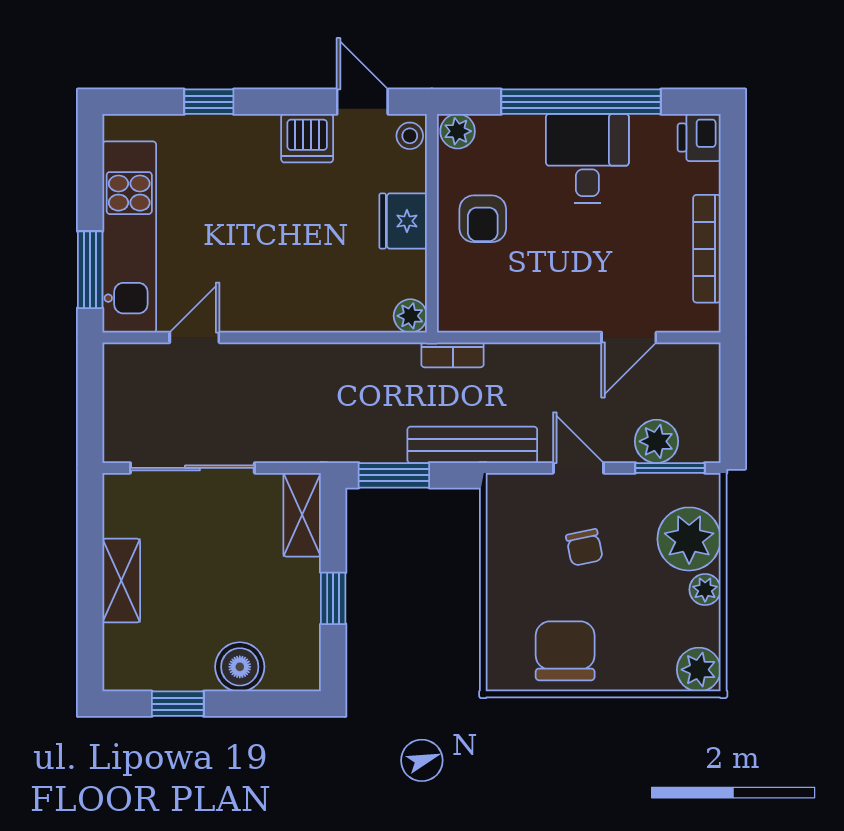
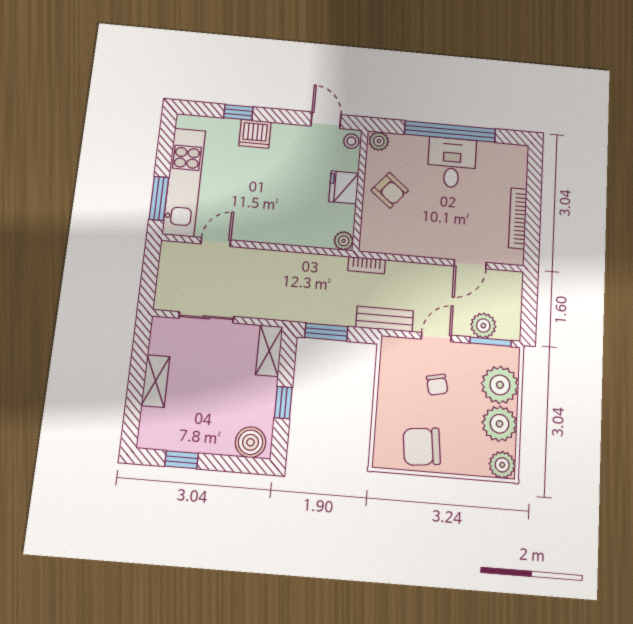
dishwasher: (307, 138) -> (255, 134), moved
printer: (699, 138) -> (516, 157), removed
armchair: (483, 219) -> (390, 190), turned -50
bench: (472, 445) -> (385, 319), width x0.73
sliding door: (192, 468) -> (206, 317), width x0.73
door: (578, 468) -> (436, 337), hinge flipped
plant: (705, 590) -> (499, 424), width x1.88, depth x1.88
chair: (565, 651) -> (422, 447), turned -96
boiler: (240, 667) -> (250, 442), moved

